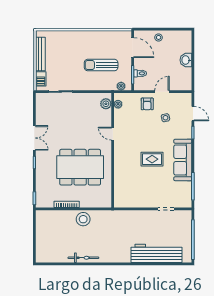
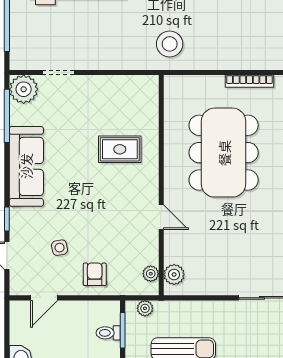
door: (162, 92) -> (44, 298), moved
rug: (152, 159) -> (120, 149), moved
dining table: (80, 167) -> (224, 153), turned 90
plant: (184, 200) -> (24, 89), added
stool: (83, 219) -> (170, 44), moved

